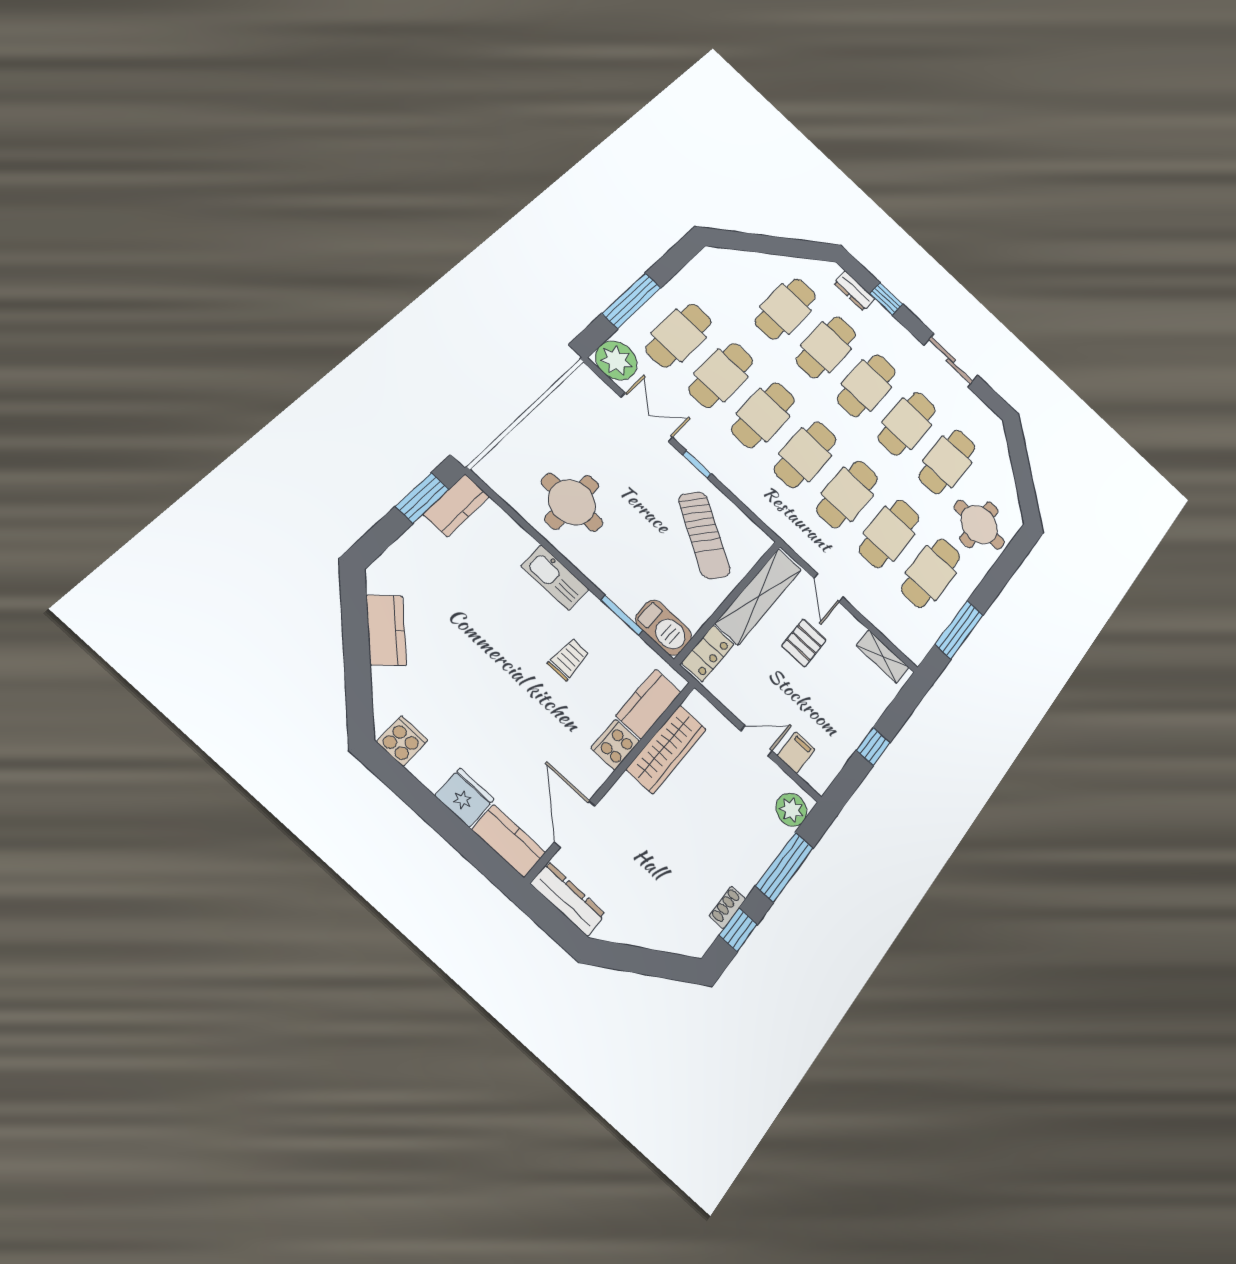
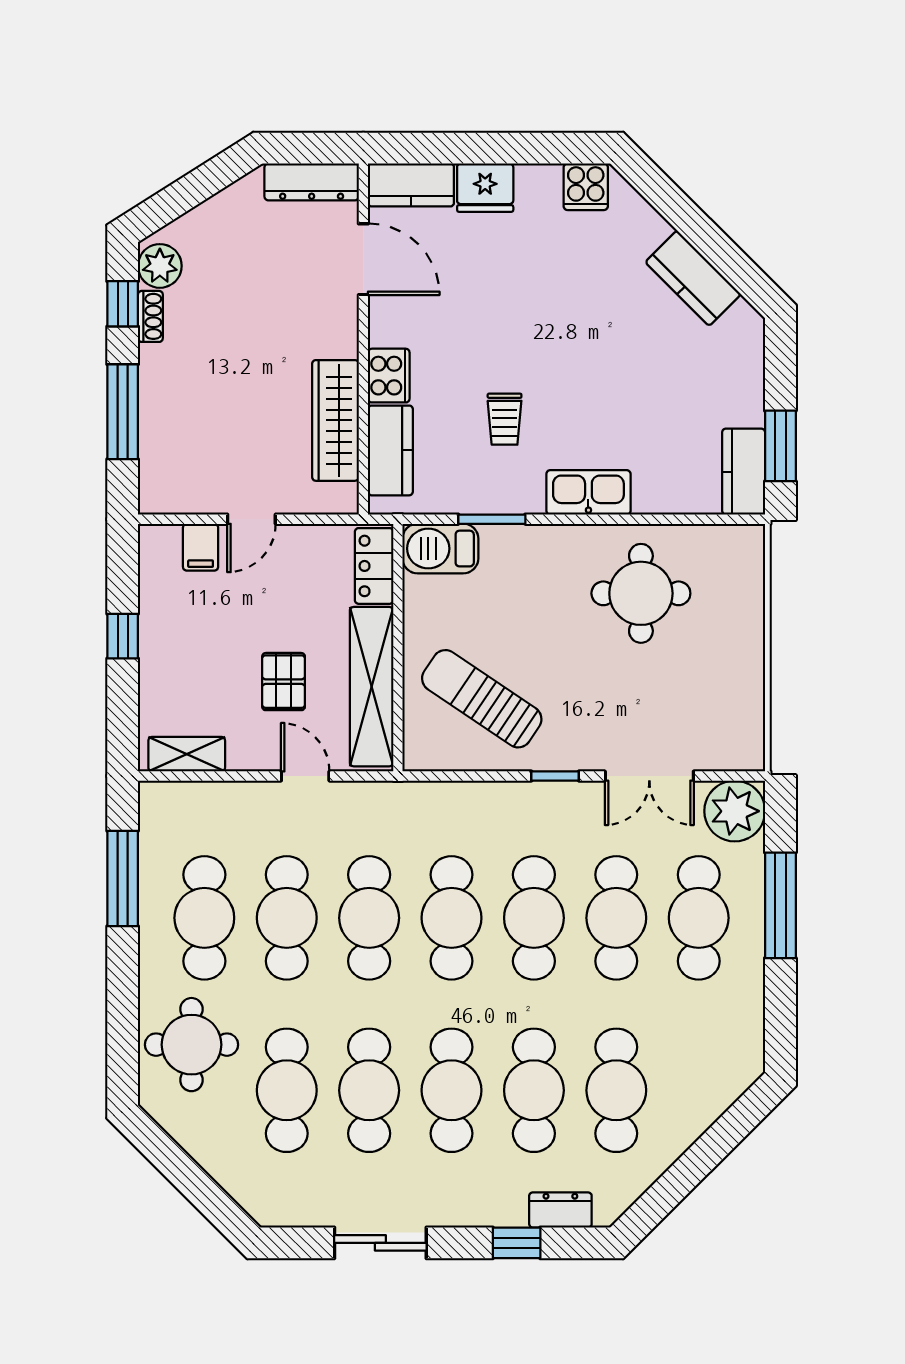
plant: (791, 810) -> (160, 266), moved

